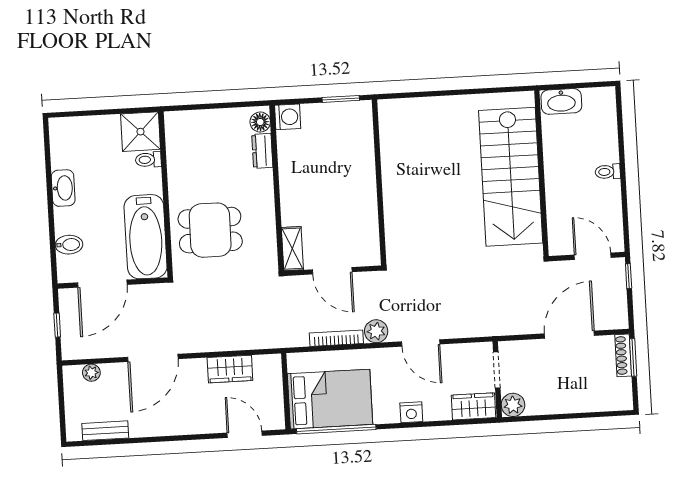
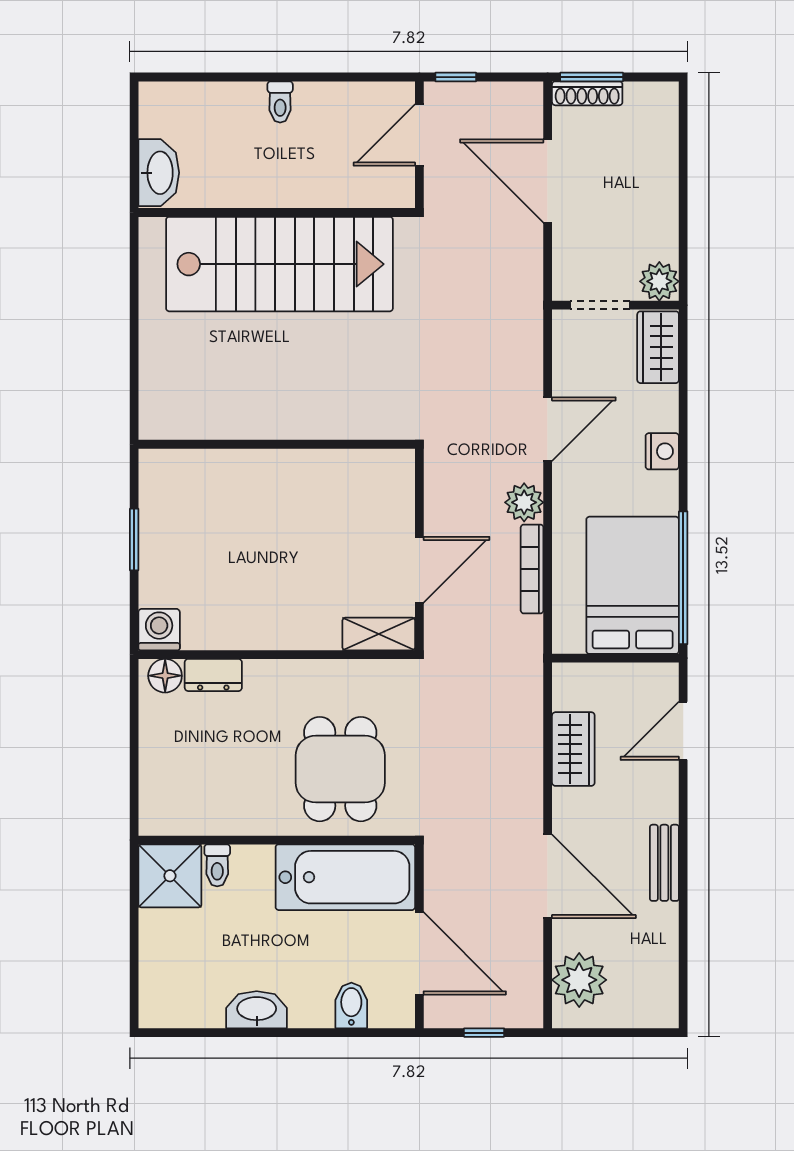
wall: (379, 182) -> (277, 444), moved
plant: (91, 373) -> (579, 980), width x1.87, depth x1.87
bench: (105, 431) -> (664, 863), moved

